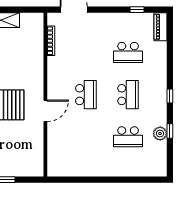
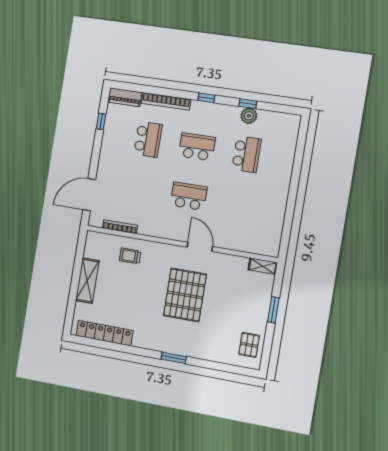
trolley: (28, 53) -> (130, 256), added
bookcase: (162, 63) -> (166, 101), added
shelving: (38, 165) -> (263, 266), added

